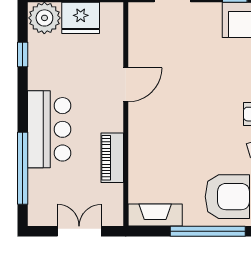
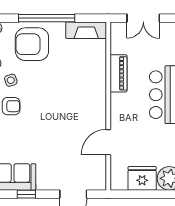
door: (126, 85) -> (108, 142), moved

